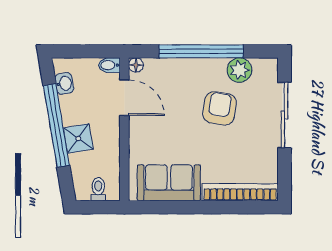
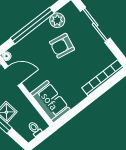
armchair: (219, 108) -> (62, 46), turned -89
sofa: (169, 183) -> (50, 101), moved, turned 90

